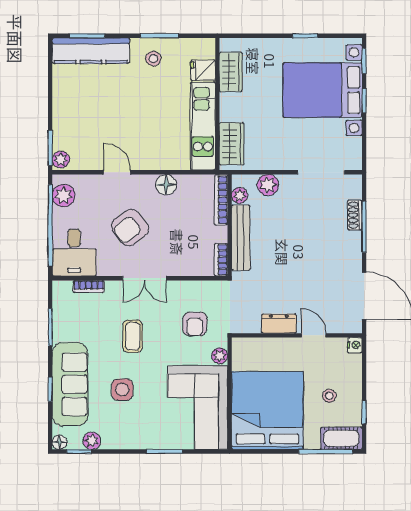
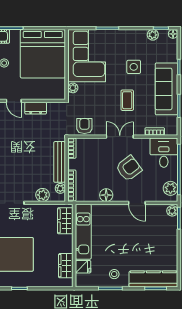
armchair: (195, 324) -> (84, 126), moved
sofa: (70, 384) -> (166, 89), moved

